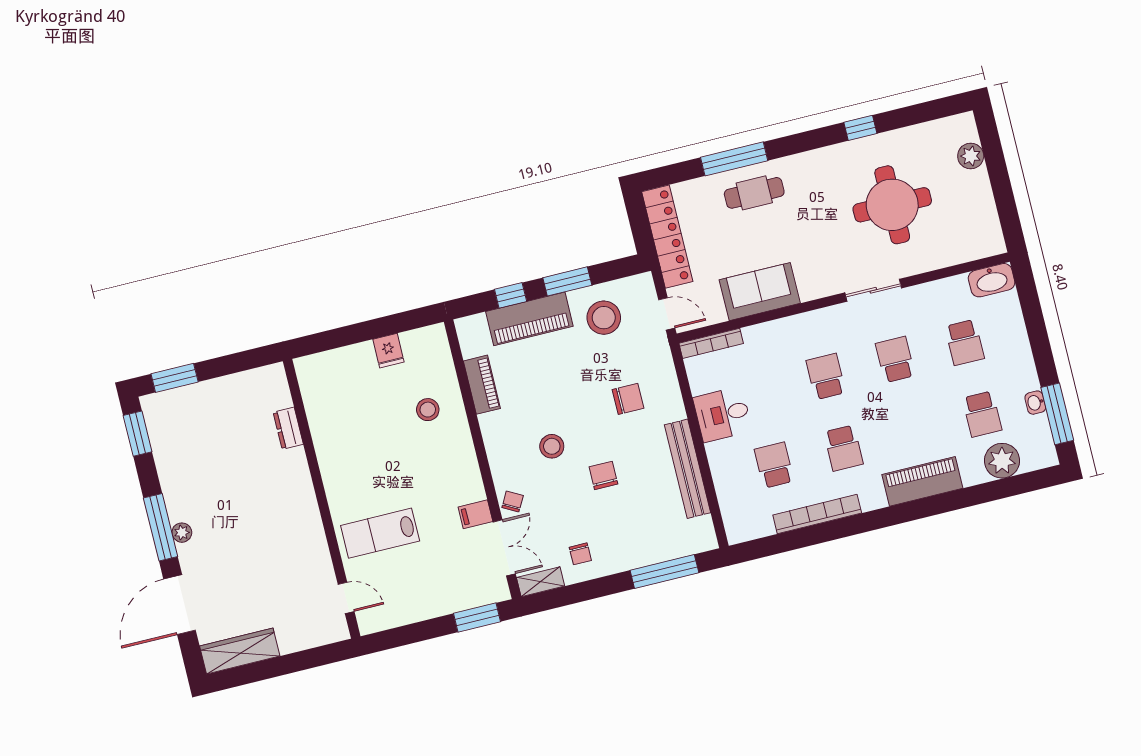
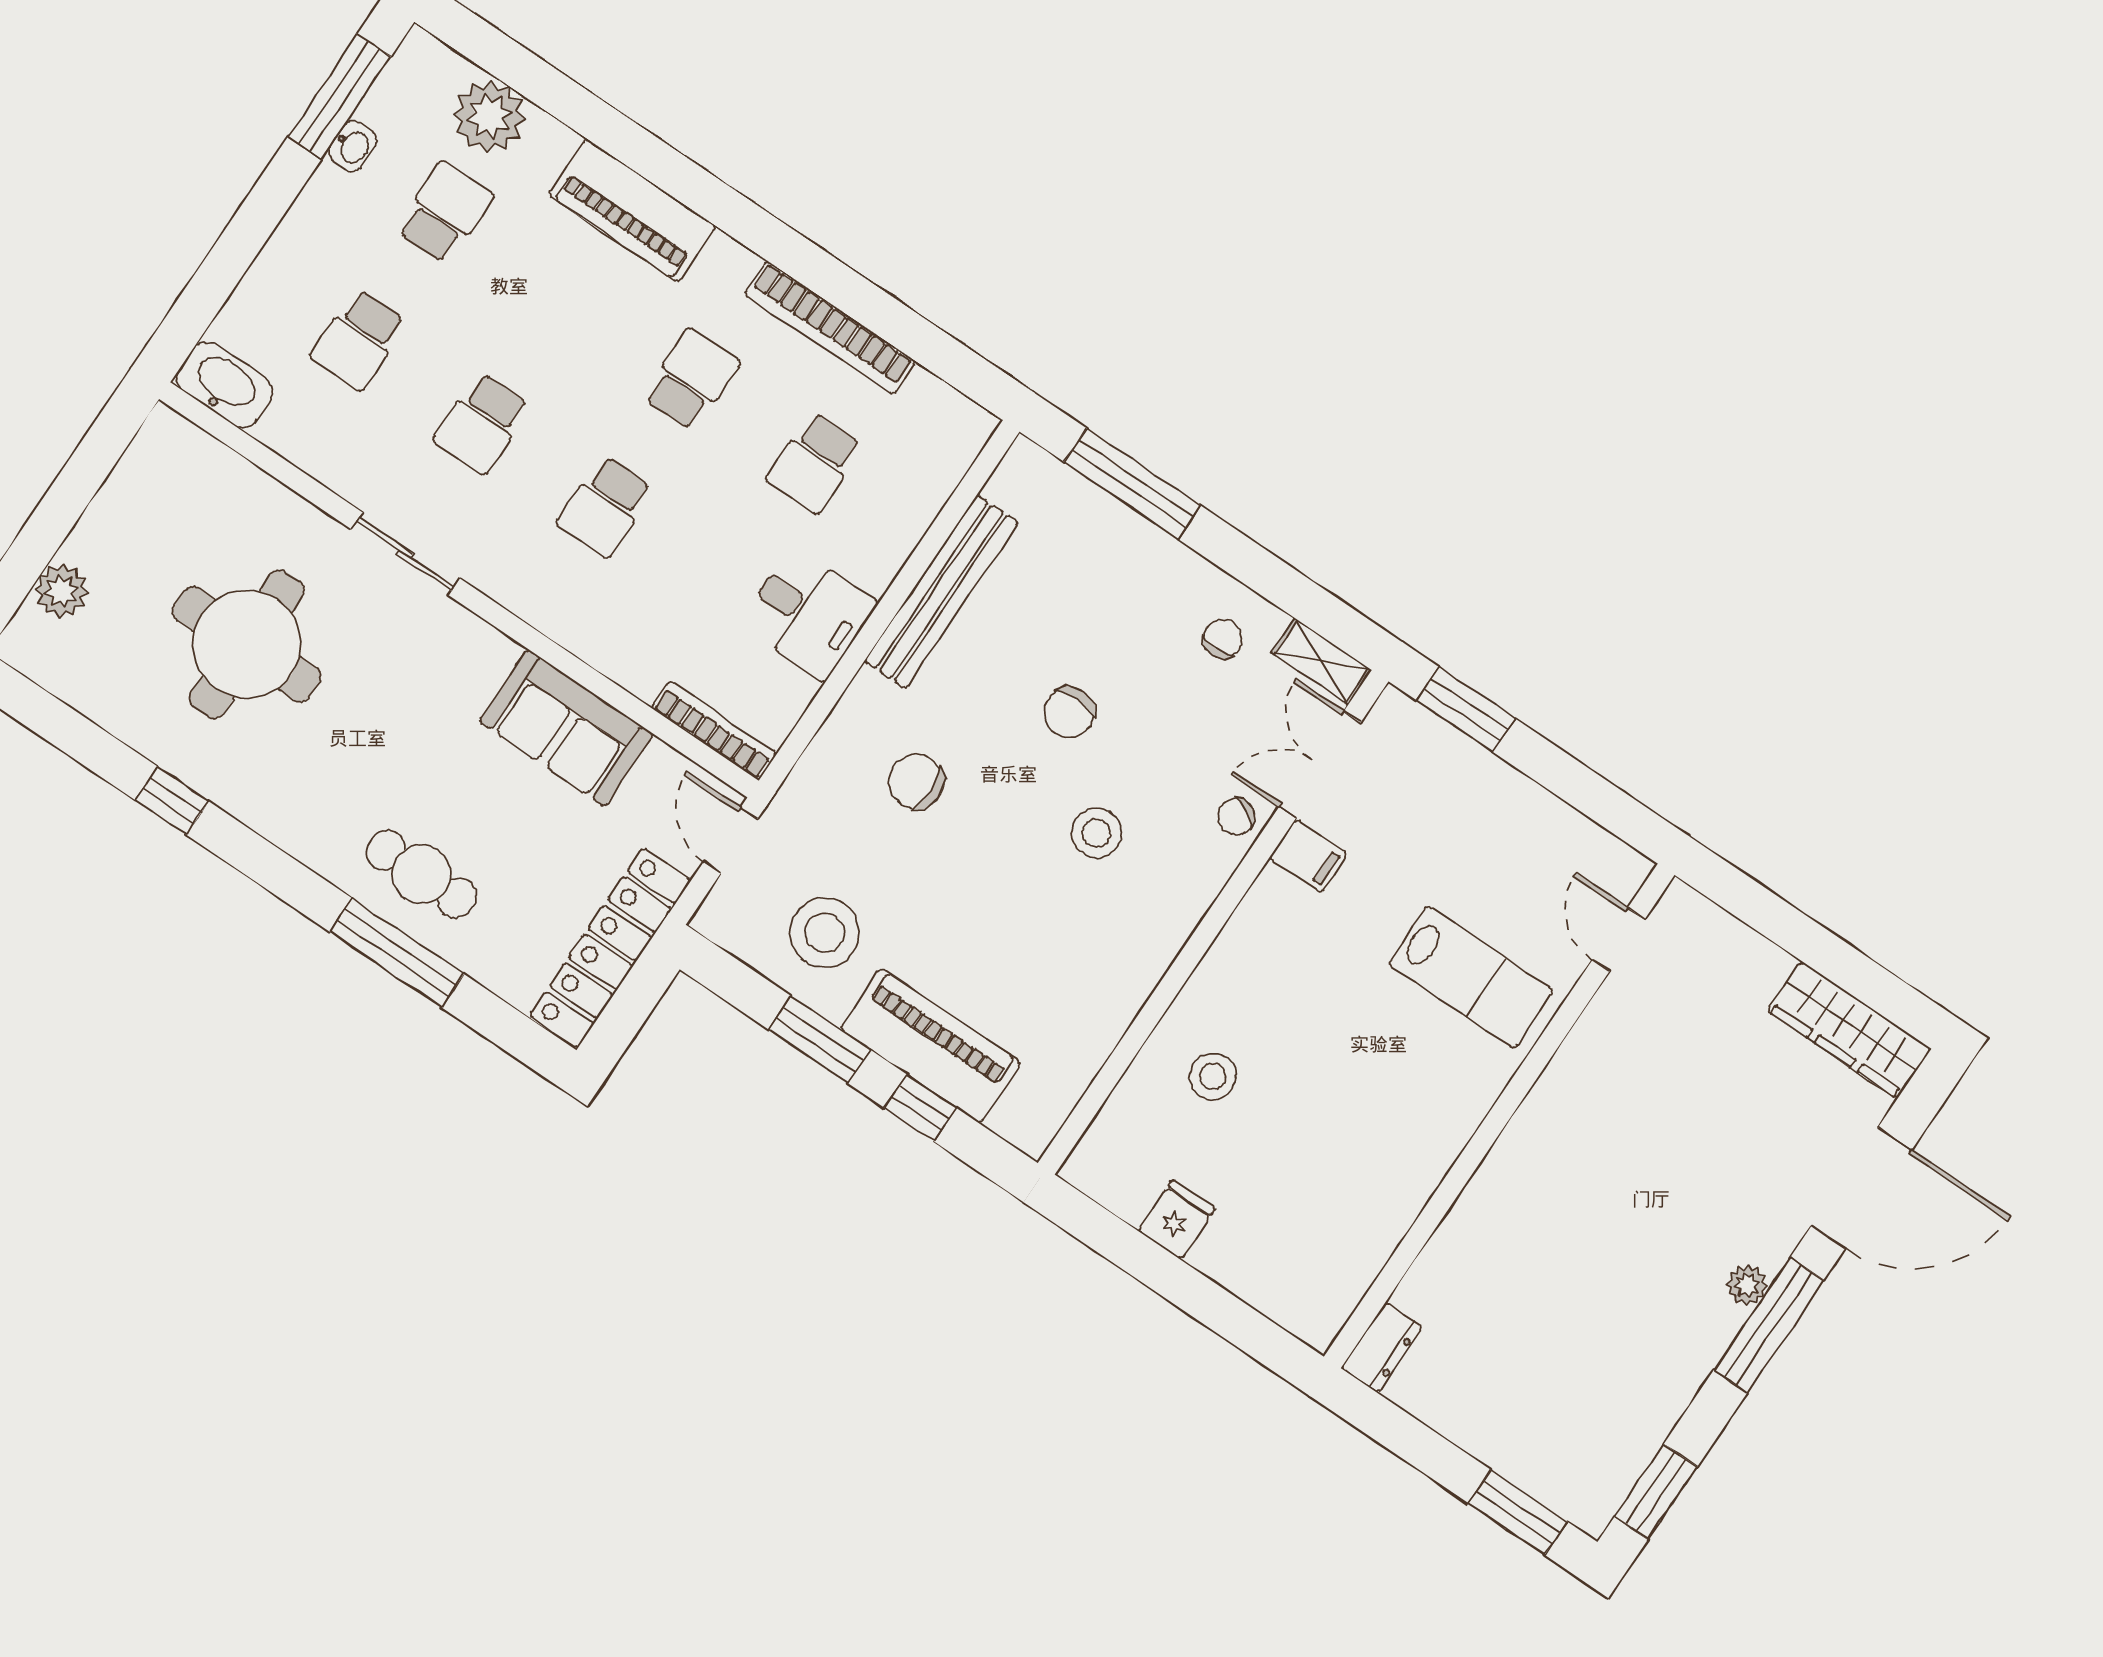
school desk: (965, 342) -> (359, 340), turned 180
piano: (482, 385) -> (1099, 1027), removed
dresser: (288, 428) -> (1382, 1347), moved

